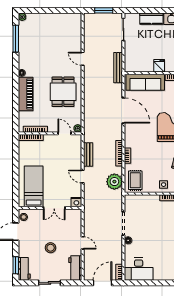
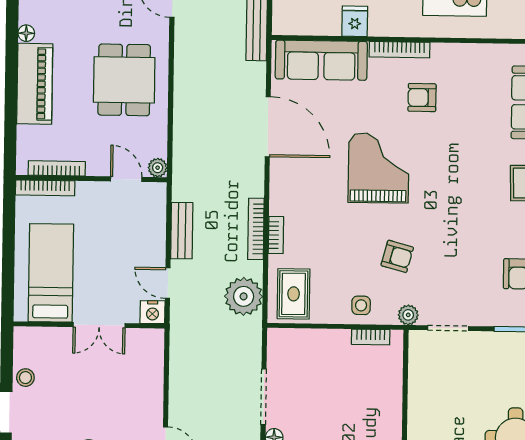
bed: (34, 186) -> (51, 273), moved
nightstand: (76, 202) -> (153, 312), moved
wall: (50, 208) -> (89, 325), moved
double door: (54, 208) -> (99, 325), moved

